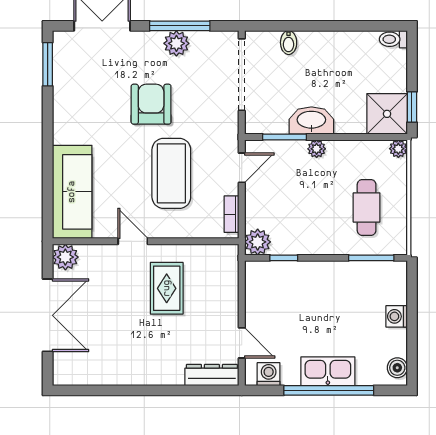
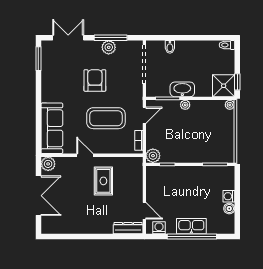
coffee table: (171, 173) -> (106, 118), turned 90
cafe table: (367, 207) -> (212, 137), removed
boiler: (397, 368) -> (229, 209), moved

